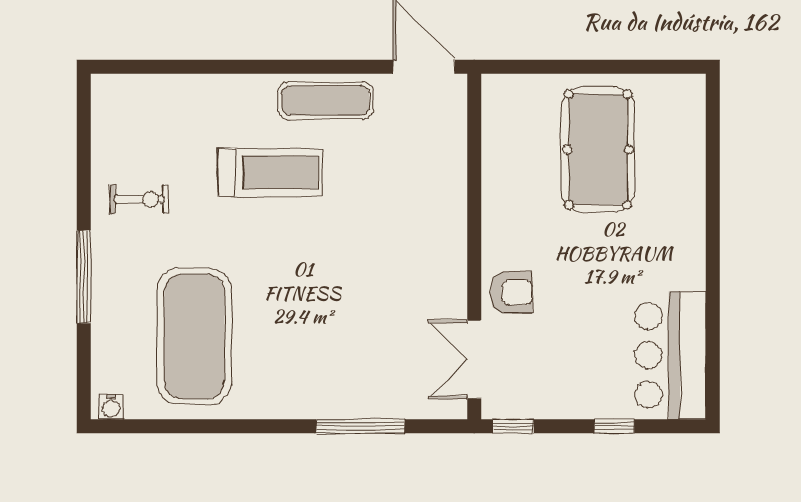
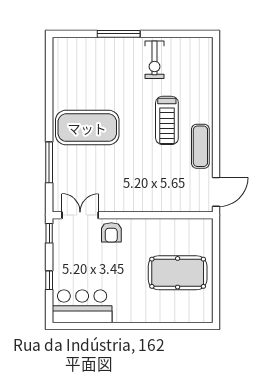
exercise bike: (139, 199) -> (155, 60), width x1.38, depth x1.39
exercise mat: (194, 336) -> (87, 128), moved
water cooler: (111, 407) -> (58, 47), removed

